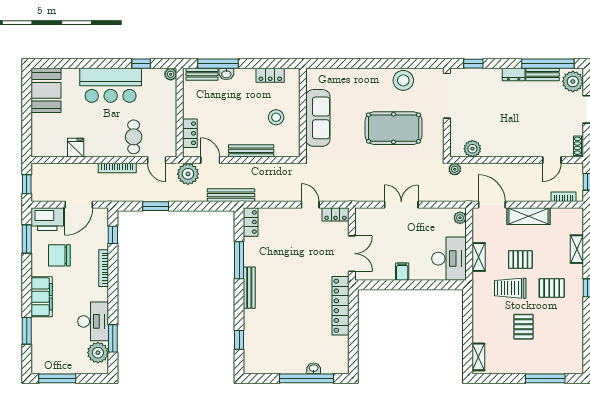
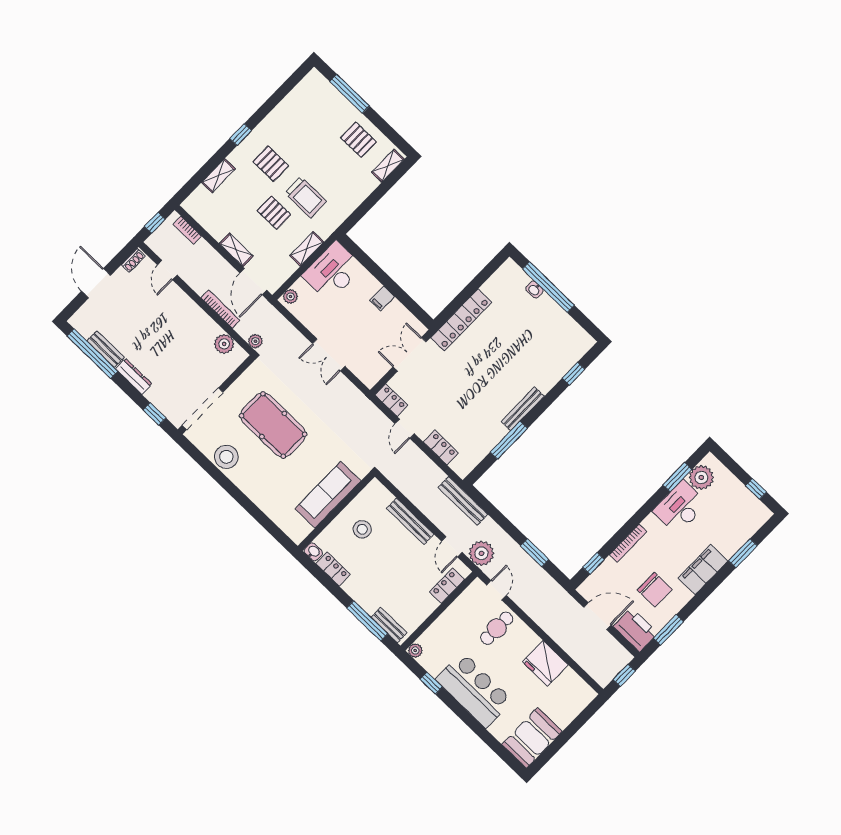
washbasin: (226, 74) -> (313, 552), moved
dresser: (514, 74) -> (134, 376), width x1.44
plant: (573, 81) -> (86, 319), removed
fridge: (76, 148) -> (545, 663), width x1.88, depth x1.34
door: (552, 160) -> (167, 270), swing flipped
bookcase: (117, 168) -> (220, 309), moved
shelving: (529, 216) -> (236, 250), width x0.67, depth x0.75
locker: (251, 222) -> (441, 447), moved, turned 90
pallet: (523, 327) -> (358, 140), moved, turned 90
window: (57, 378) -> (756, 489), width x0.46

